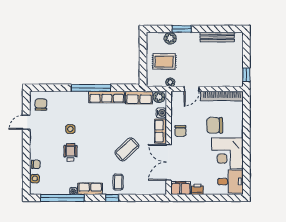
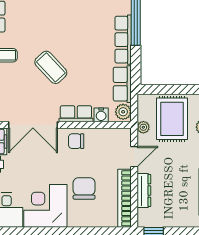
rug: (164, 61) -> (172, 119), width x1.36, depth x1.43
dresser: (216, 82) -> (144, 191), added
door: (192, 89) -> (134, 157), swing flipped
double door: (169, 162) -> (33, 125), swing flipped

